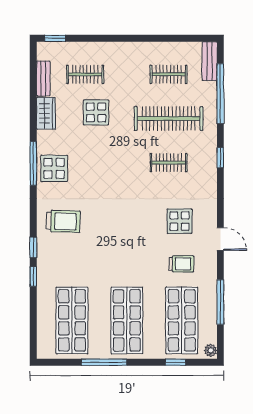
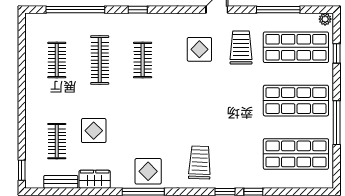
bench: (210, 61) -> (44, 20), removed
clothes rail: (169, 118) -> (100, 60), width x0.73, depth x0.76
trolley: (181, 264) -> (241, 48), width x1.36, depth x1.39

